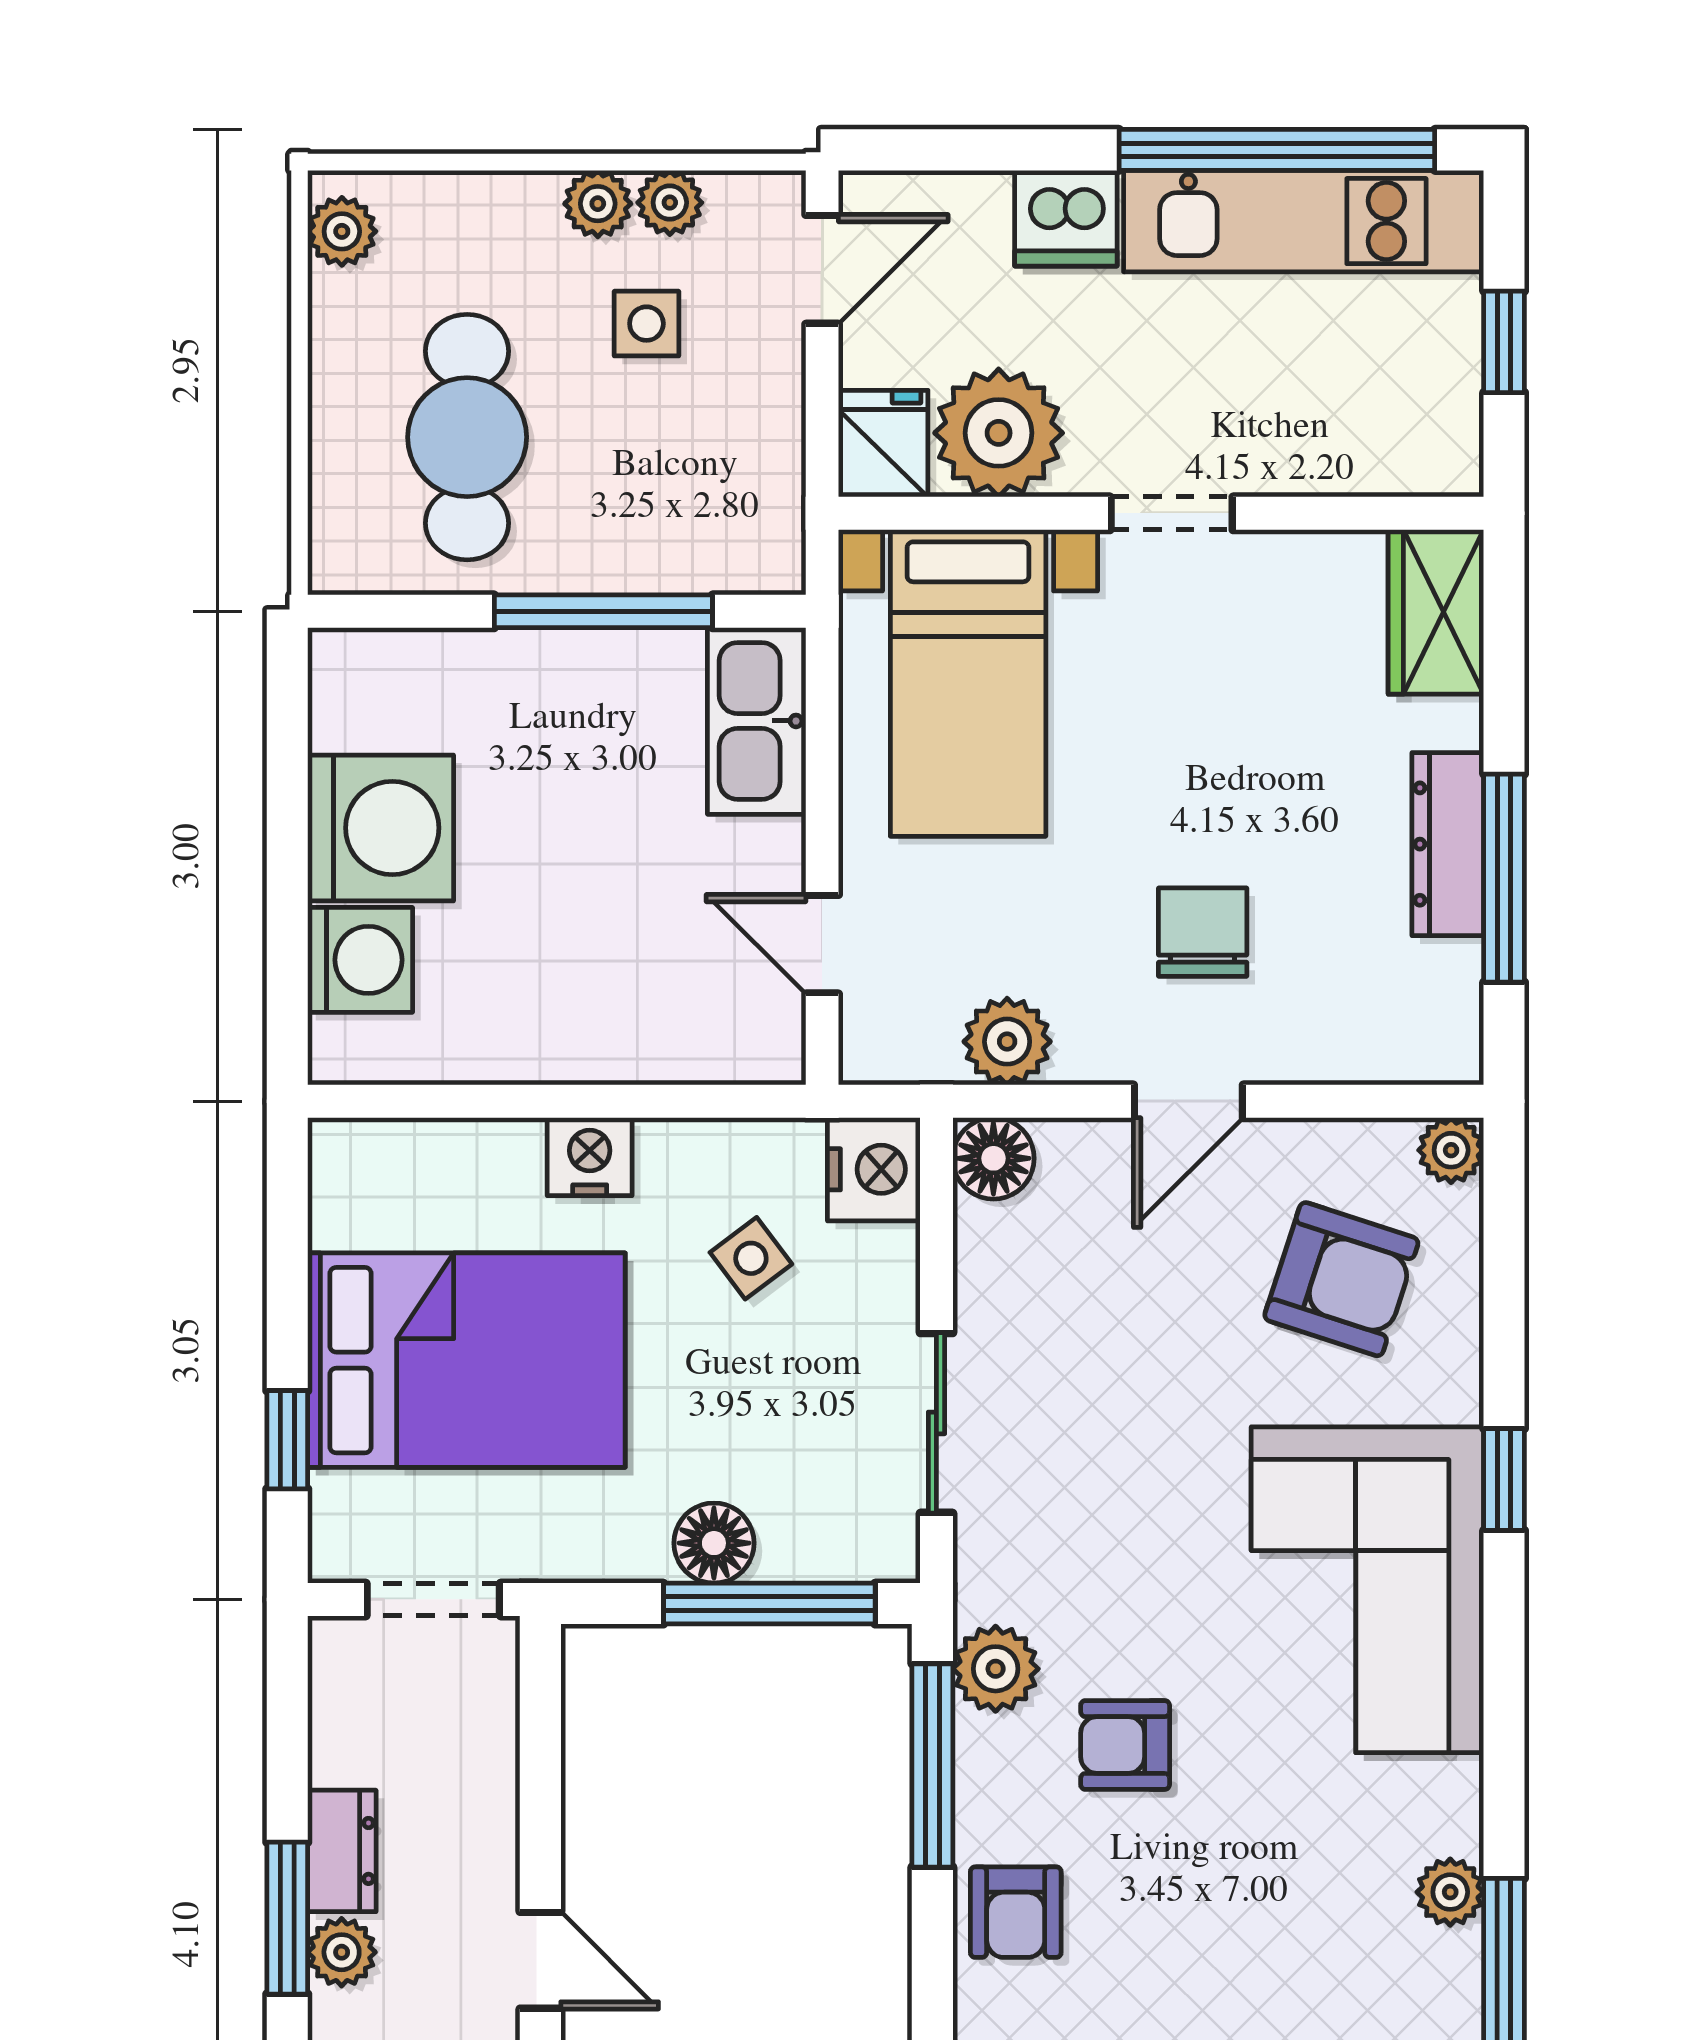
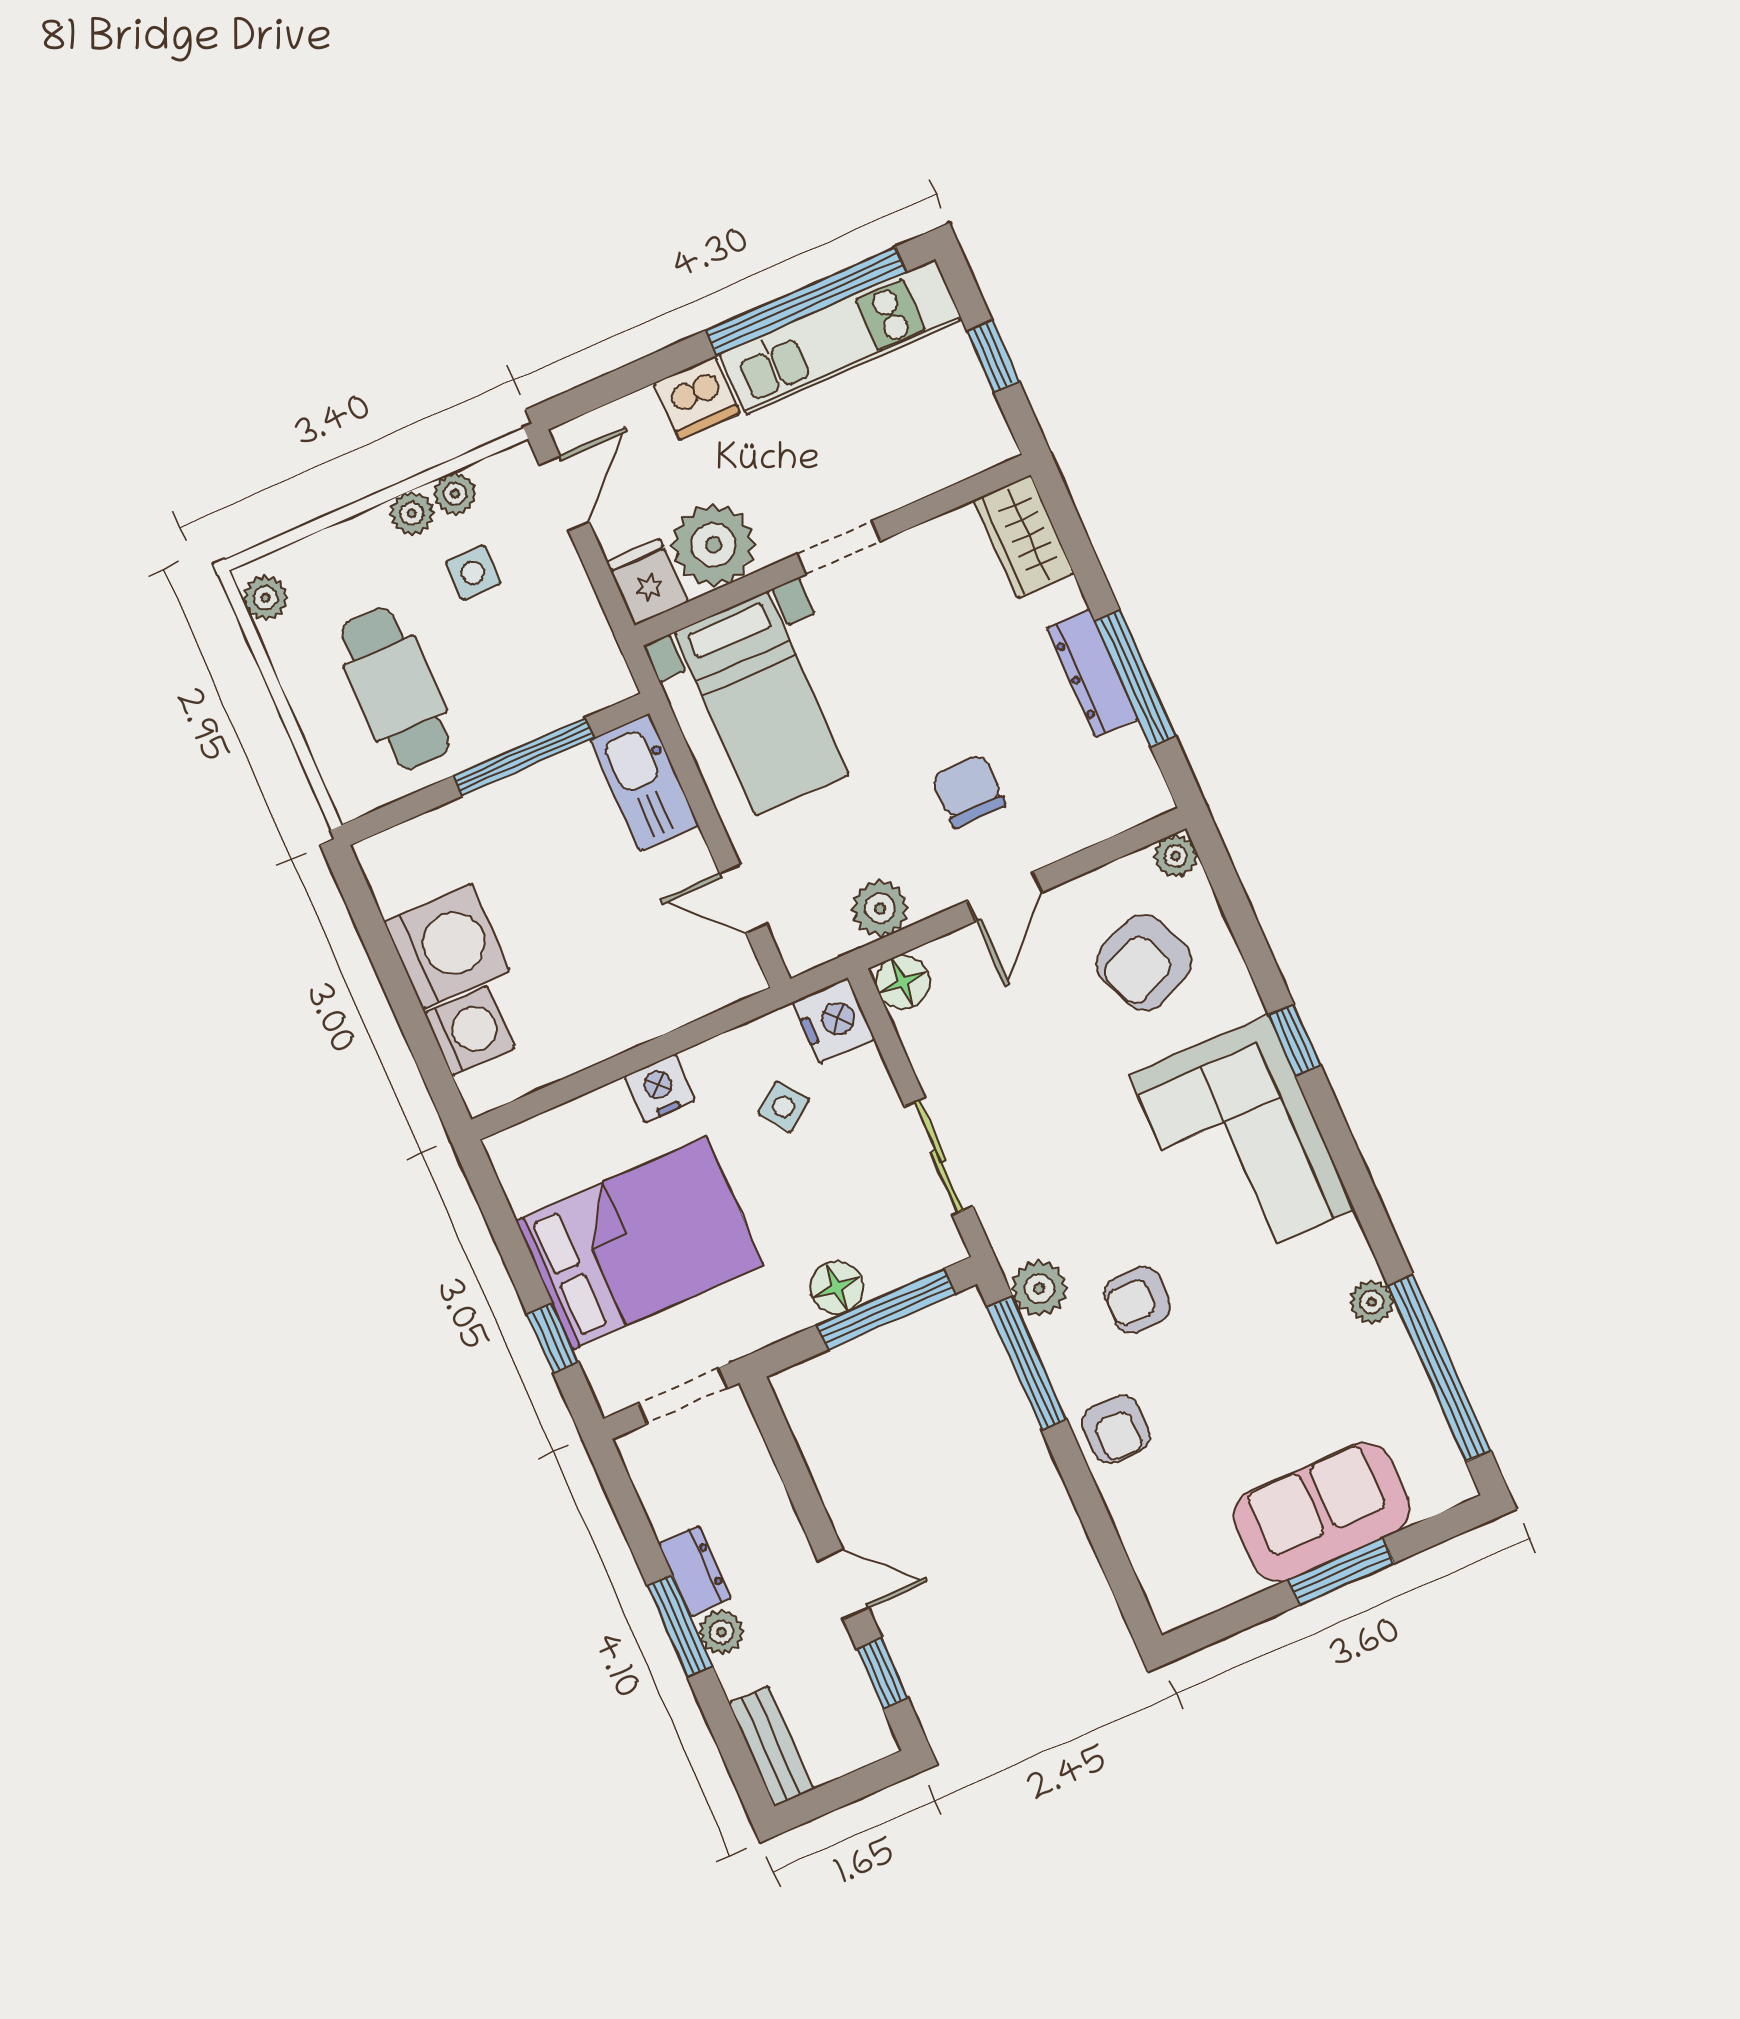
armchair: (1341, 1279) -> (1144, 963), turned 139

